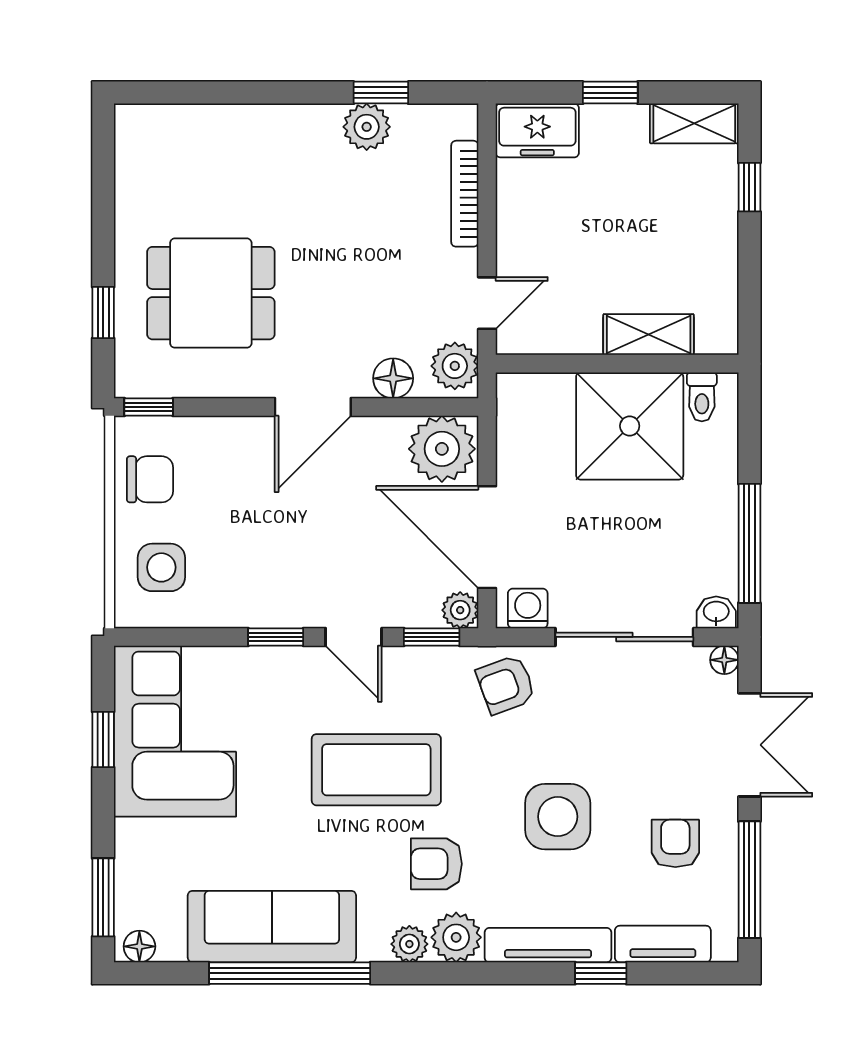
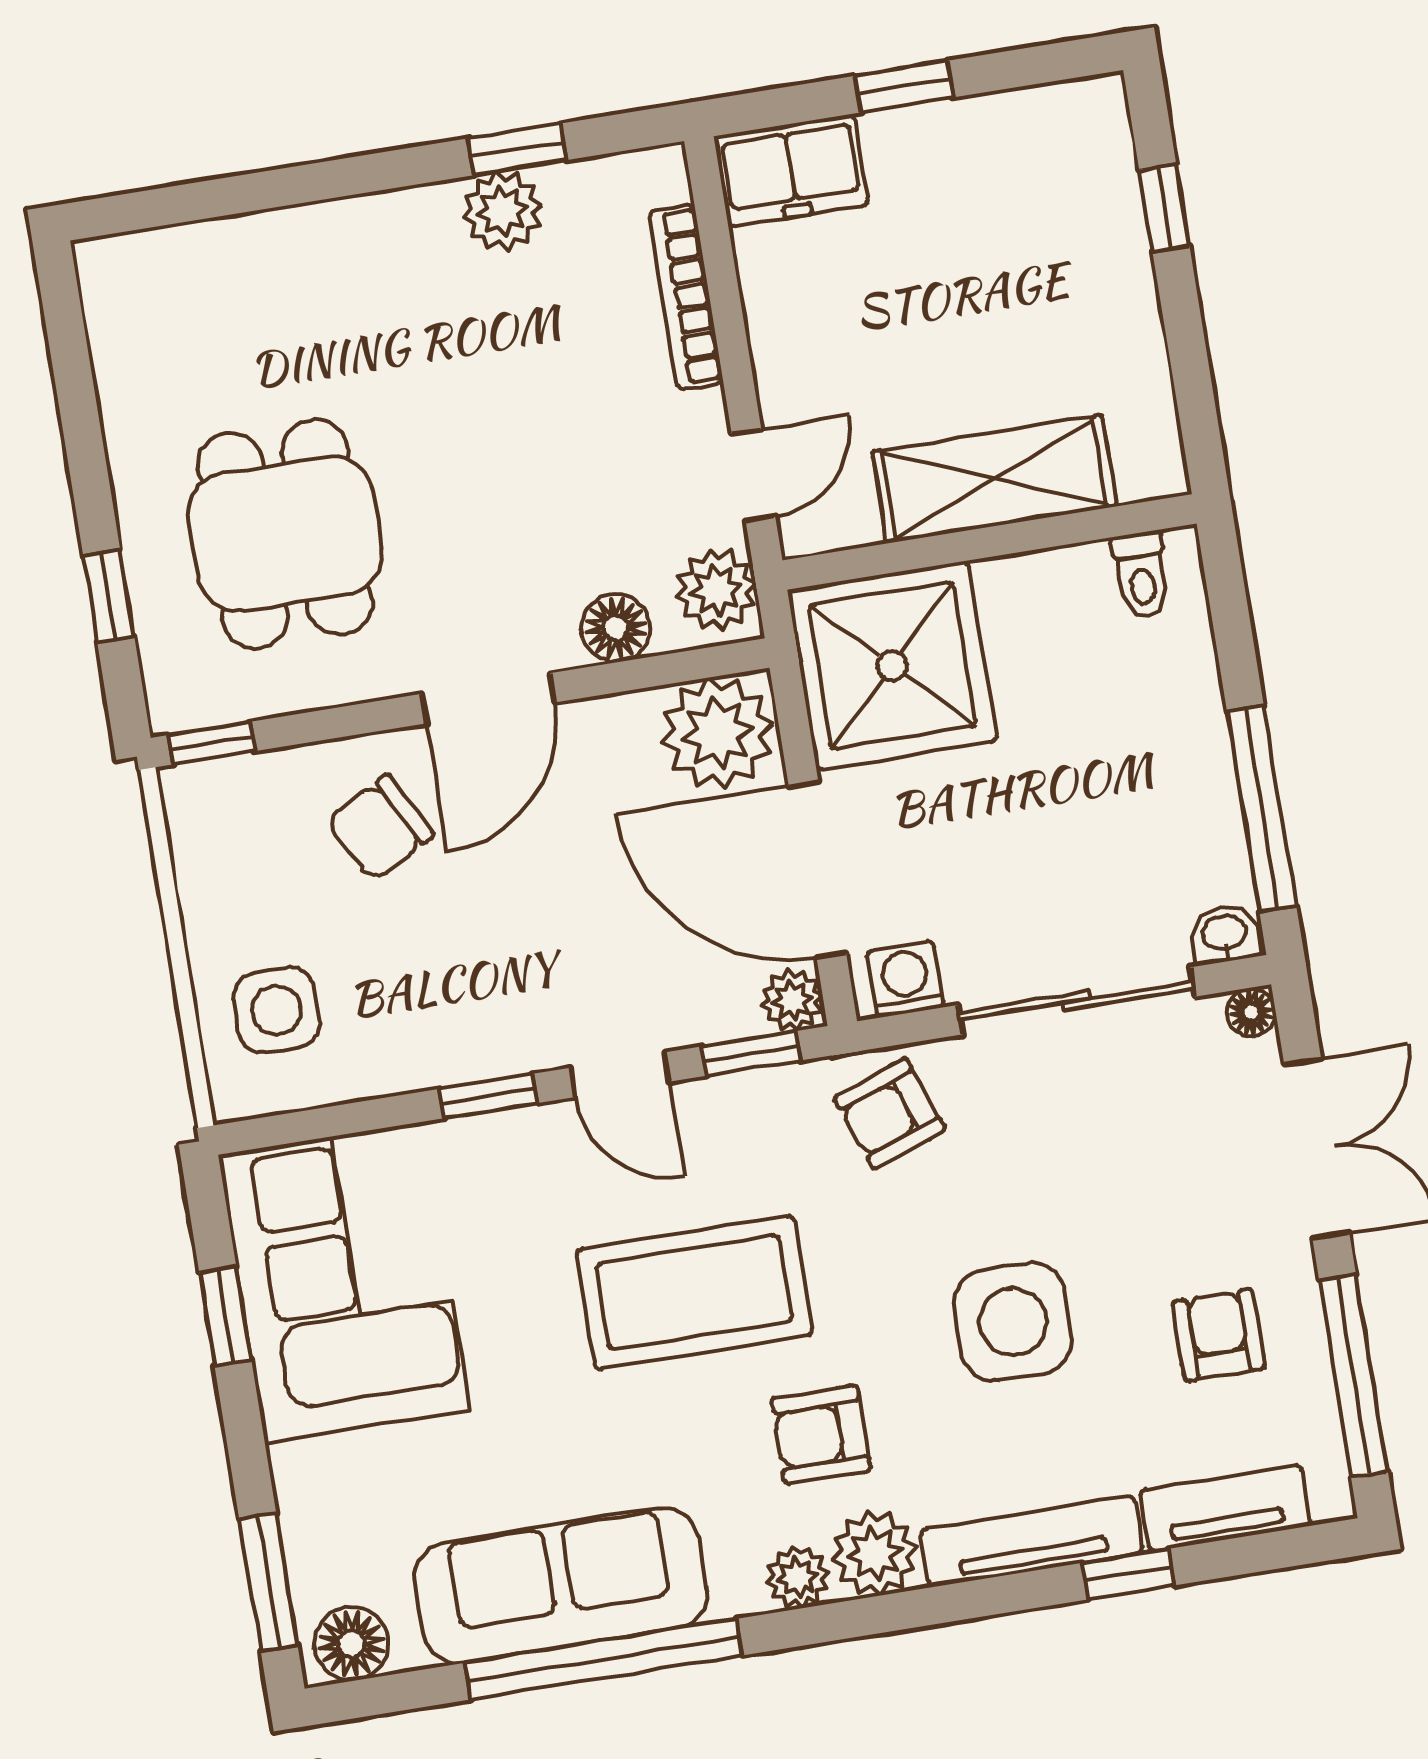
shelving: (694, 123) -> (1054, 116), removed
dining table: (211, 293) -> (285, 534), turned 90
shelving: (649, 335) -> (994, 479), width x1.50, depth x1.33
shower: (630, 426) -> (892, 666), moved
chair: (150, 479) -> (380, 828), moved, turned 152
floor lamp: (139, 946) -> (351, 1644), width x1.37, depth x1.37

